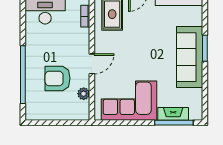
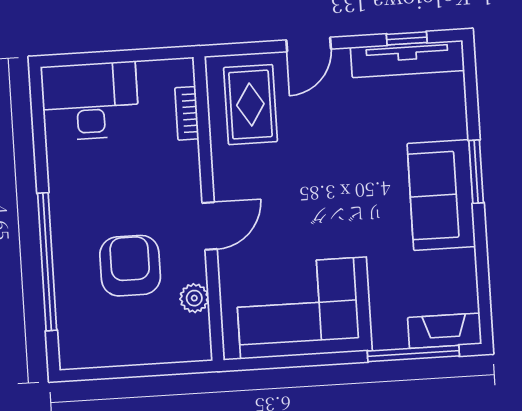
sofa: (190, 57) -> (441, 195), width x0.73
armchair: (58, 78) -> (130, 266), turned 90
fireplace: (173, 114) -> (445, 331), moved

